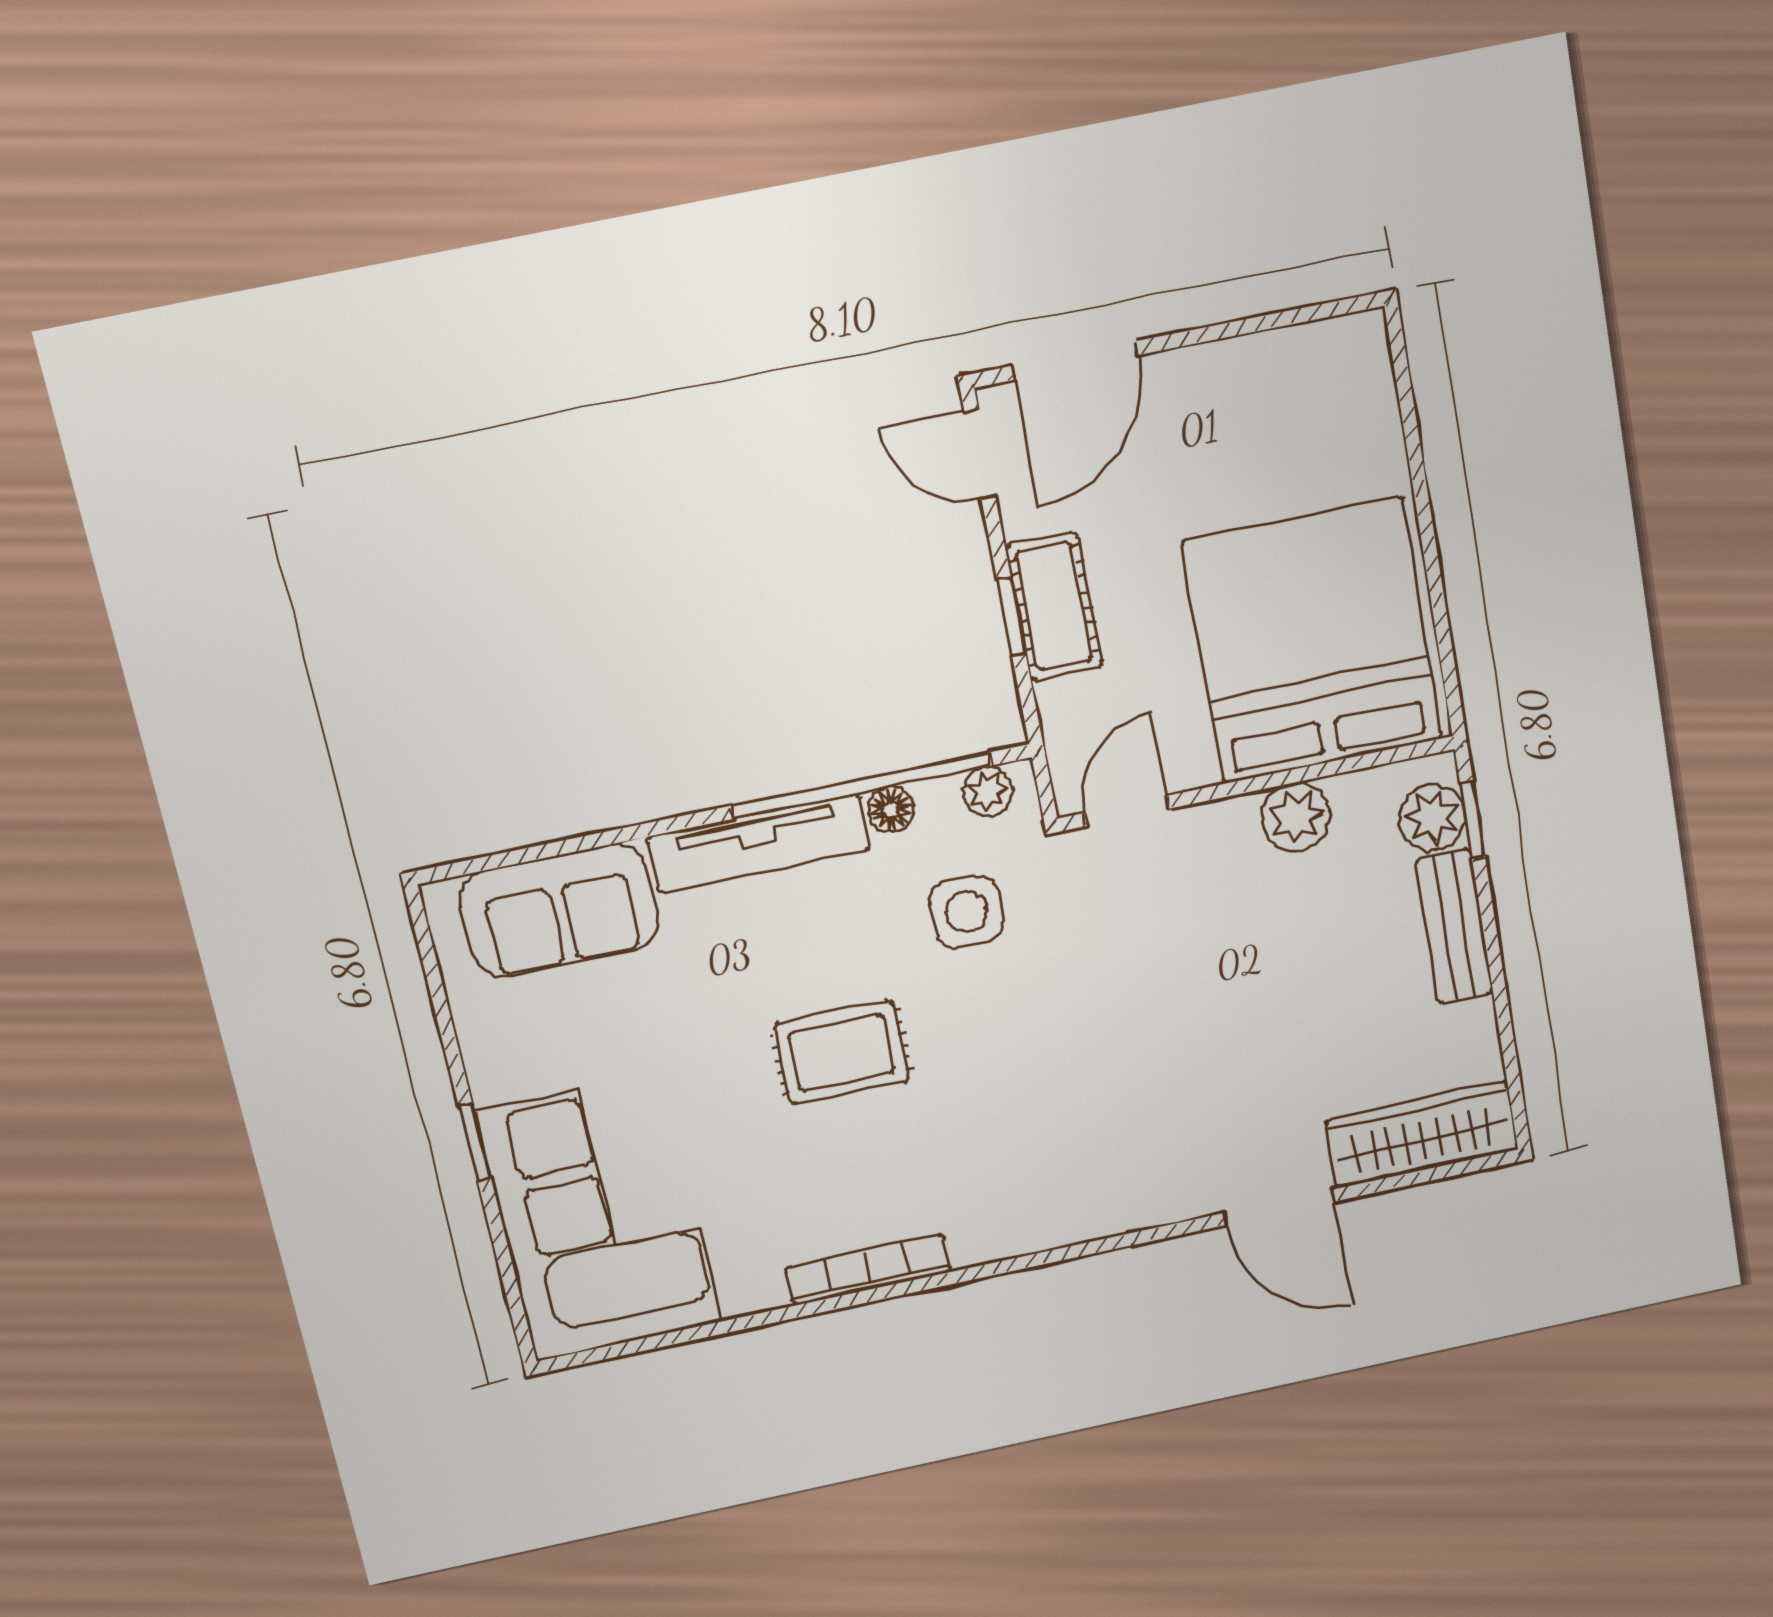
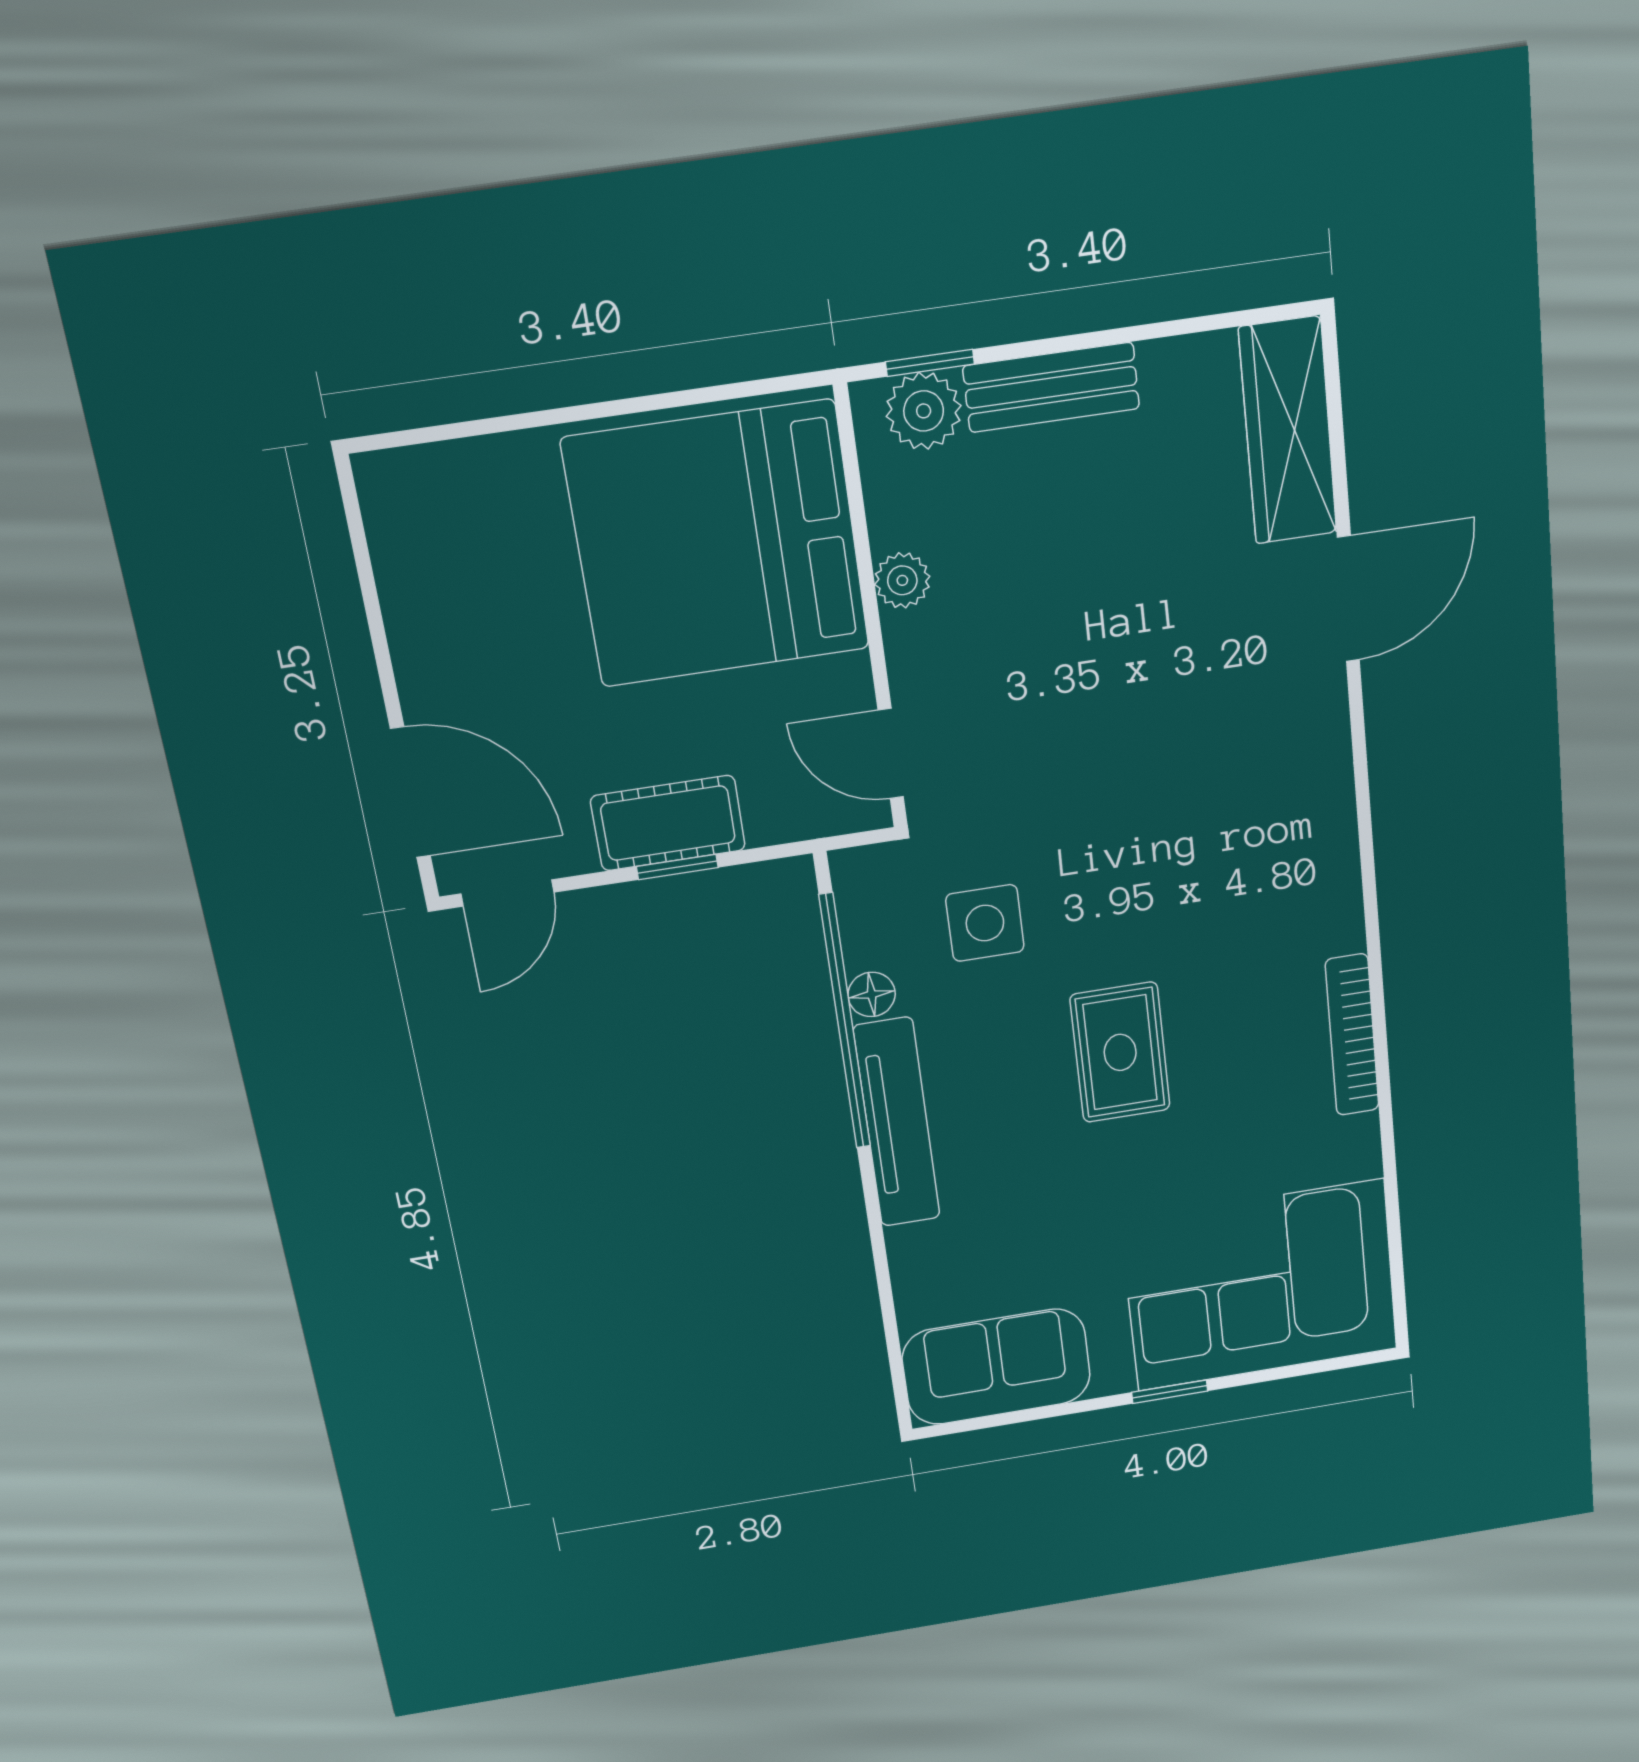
plant: (988, 792) -> (860, 897), removed
plant: (1296, 817) -> (902, 580), width x0.73, depth x0.73
sofa: (560, 910) -> (996, 1367), moved, turned -90

